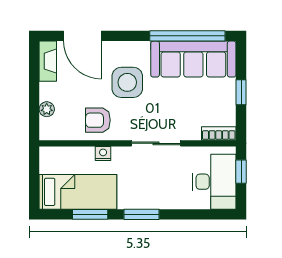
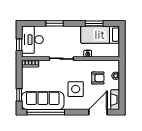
door: (82, 36) -> (98, 112), hinge flipped
window: (241, 92) -> (19, 95), moved
armchair: (98, 120) -> (98, 78), moved
window: (141, 214) -> (55, 23), moved

